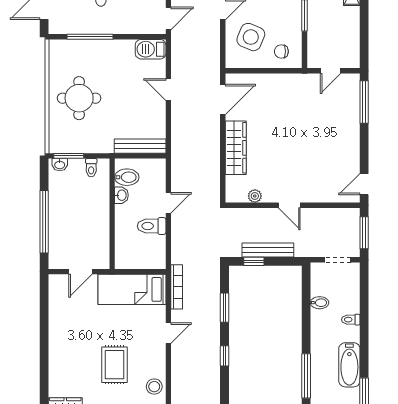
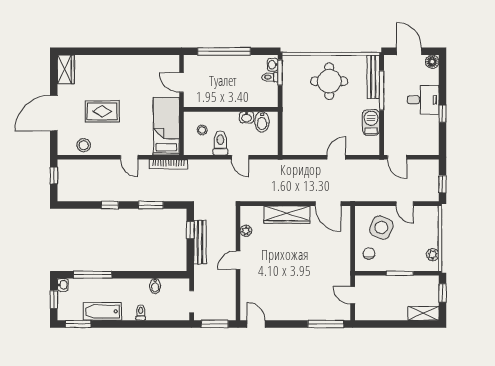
barbecue: (151, 49) -> (371, 122), moved
bench: (140, 146) -> (373, 77), moved
toilet: (91, 168) -> (270, 77), moved
stool: (136, 247) -> (202, 130), added

